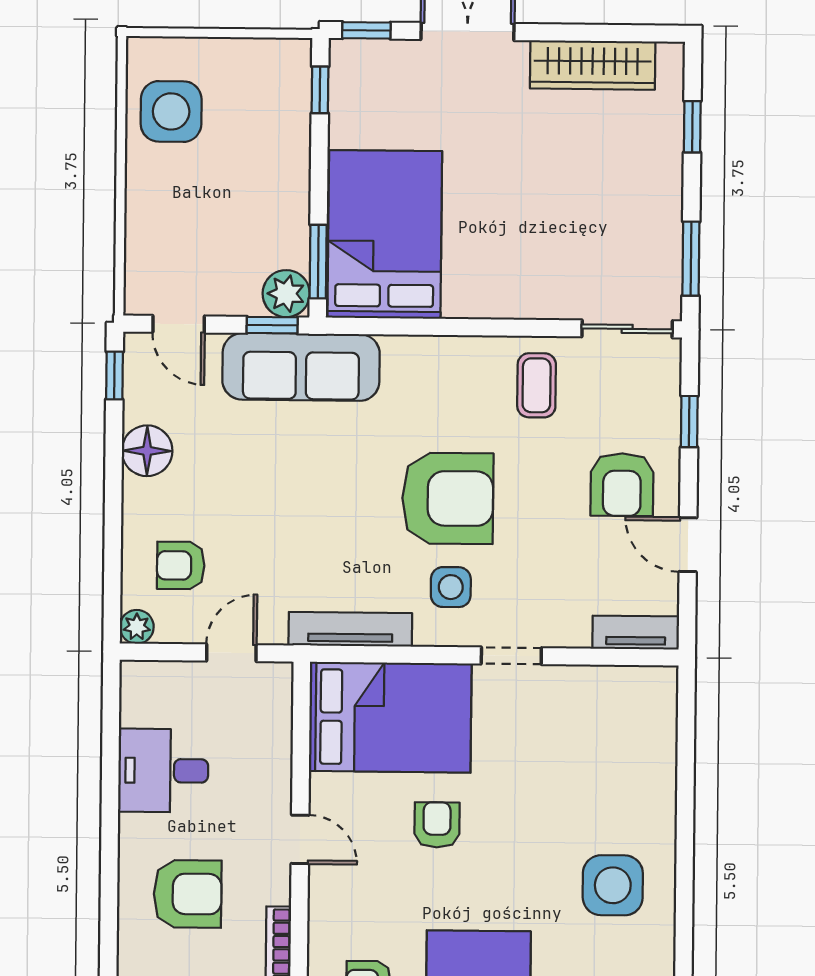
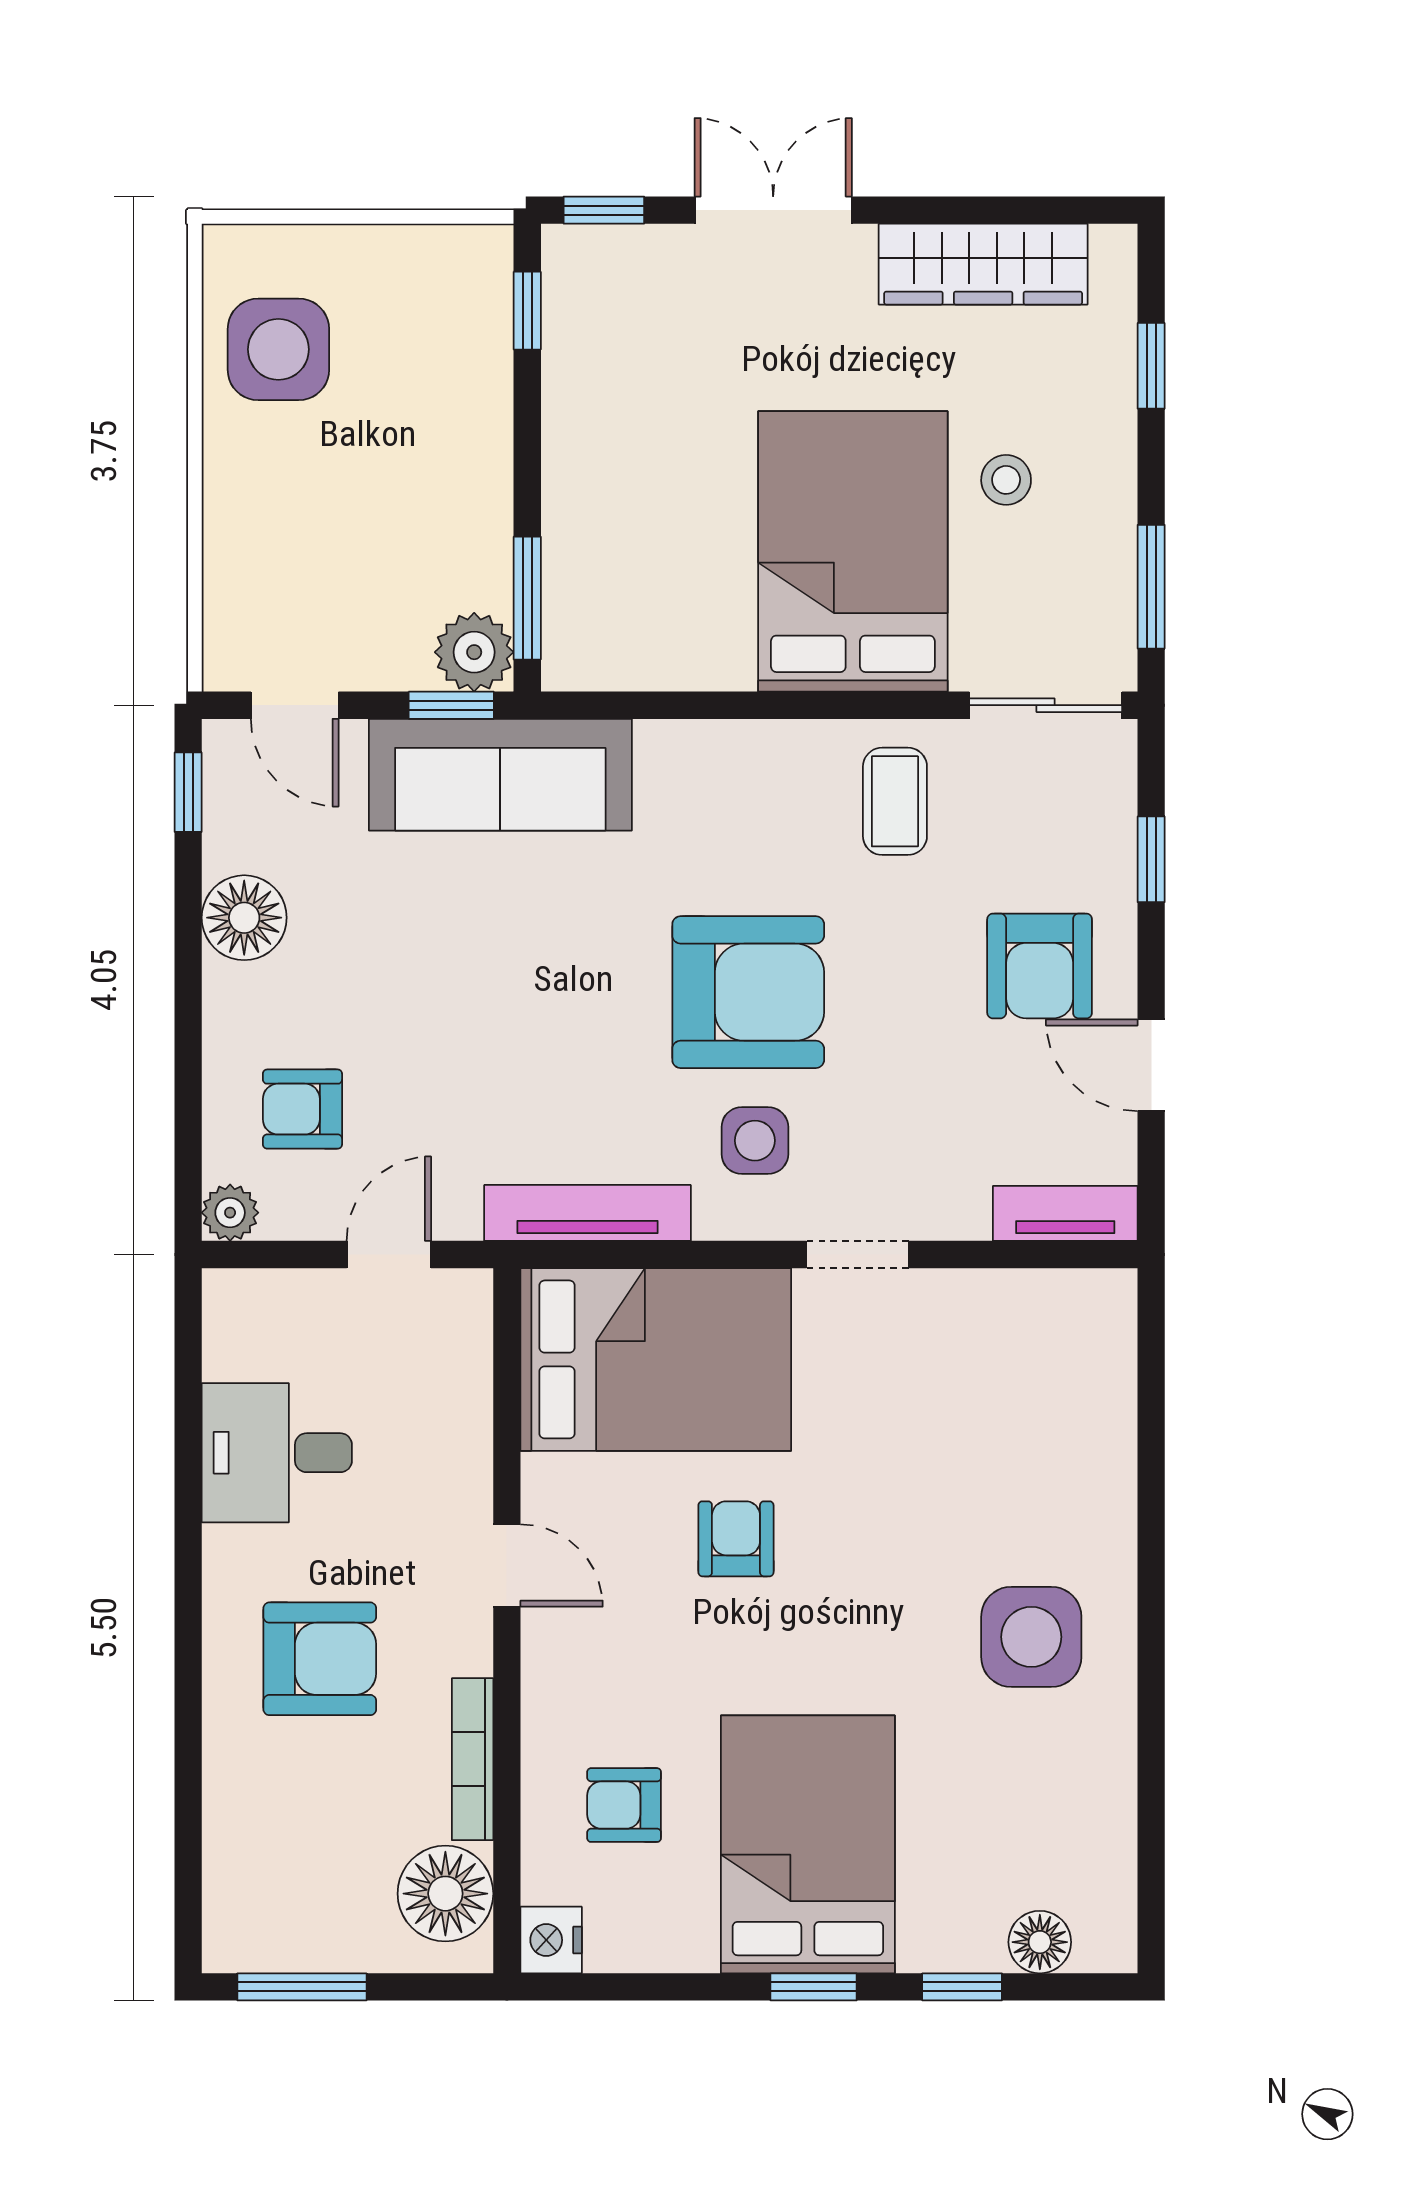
stool: (605, 194) -> (1006, 480), added
bed: (385, 234) -> (853, 551), moved

